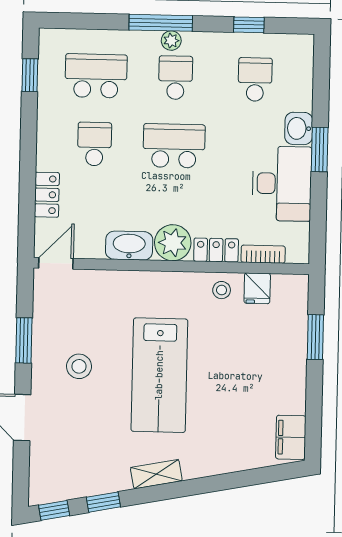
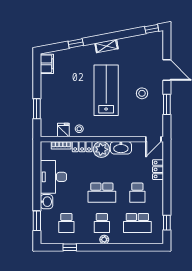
window: (161, 23) -> (109, 247), removed
window: (320, 149) -> (37, 221), moved
window: (103, 502) -> (76, 43), moved

